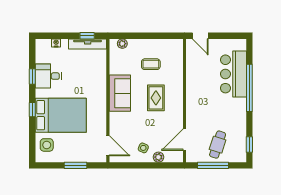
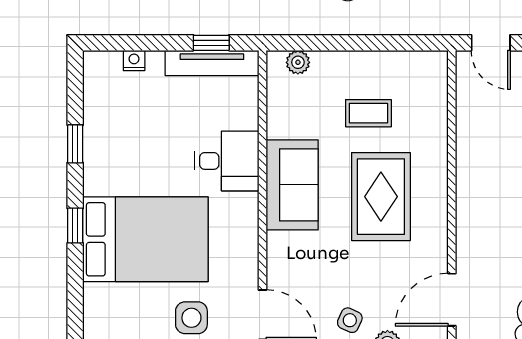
desk: (48, 76) -> (227, 161), moved, turned 180
rug: (156, 98) -> (381, 197), width x1.36, depth x1.43
side table: (47, 145) -> (191, 318), moved

